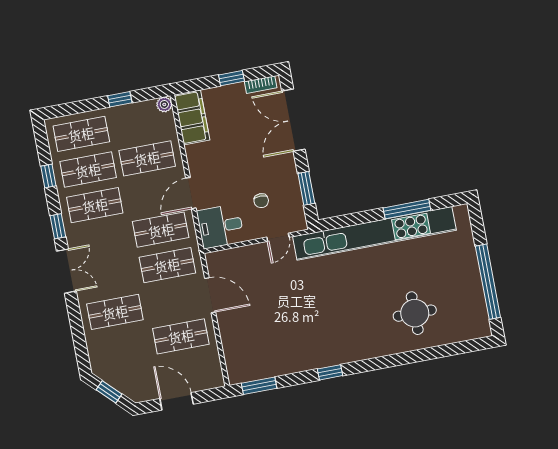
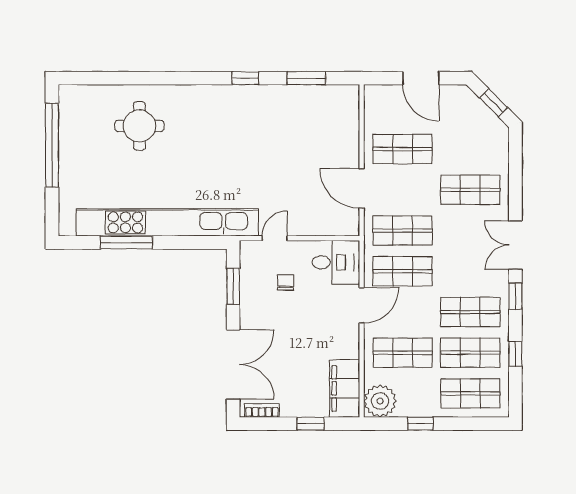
window: (231, 78) -> (311, 424), moved
plant: (164, 104) -> (380, 401), width x1.88, depth x1.88
window: (259, 386) -> (306, 78), moved

